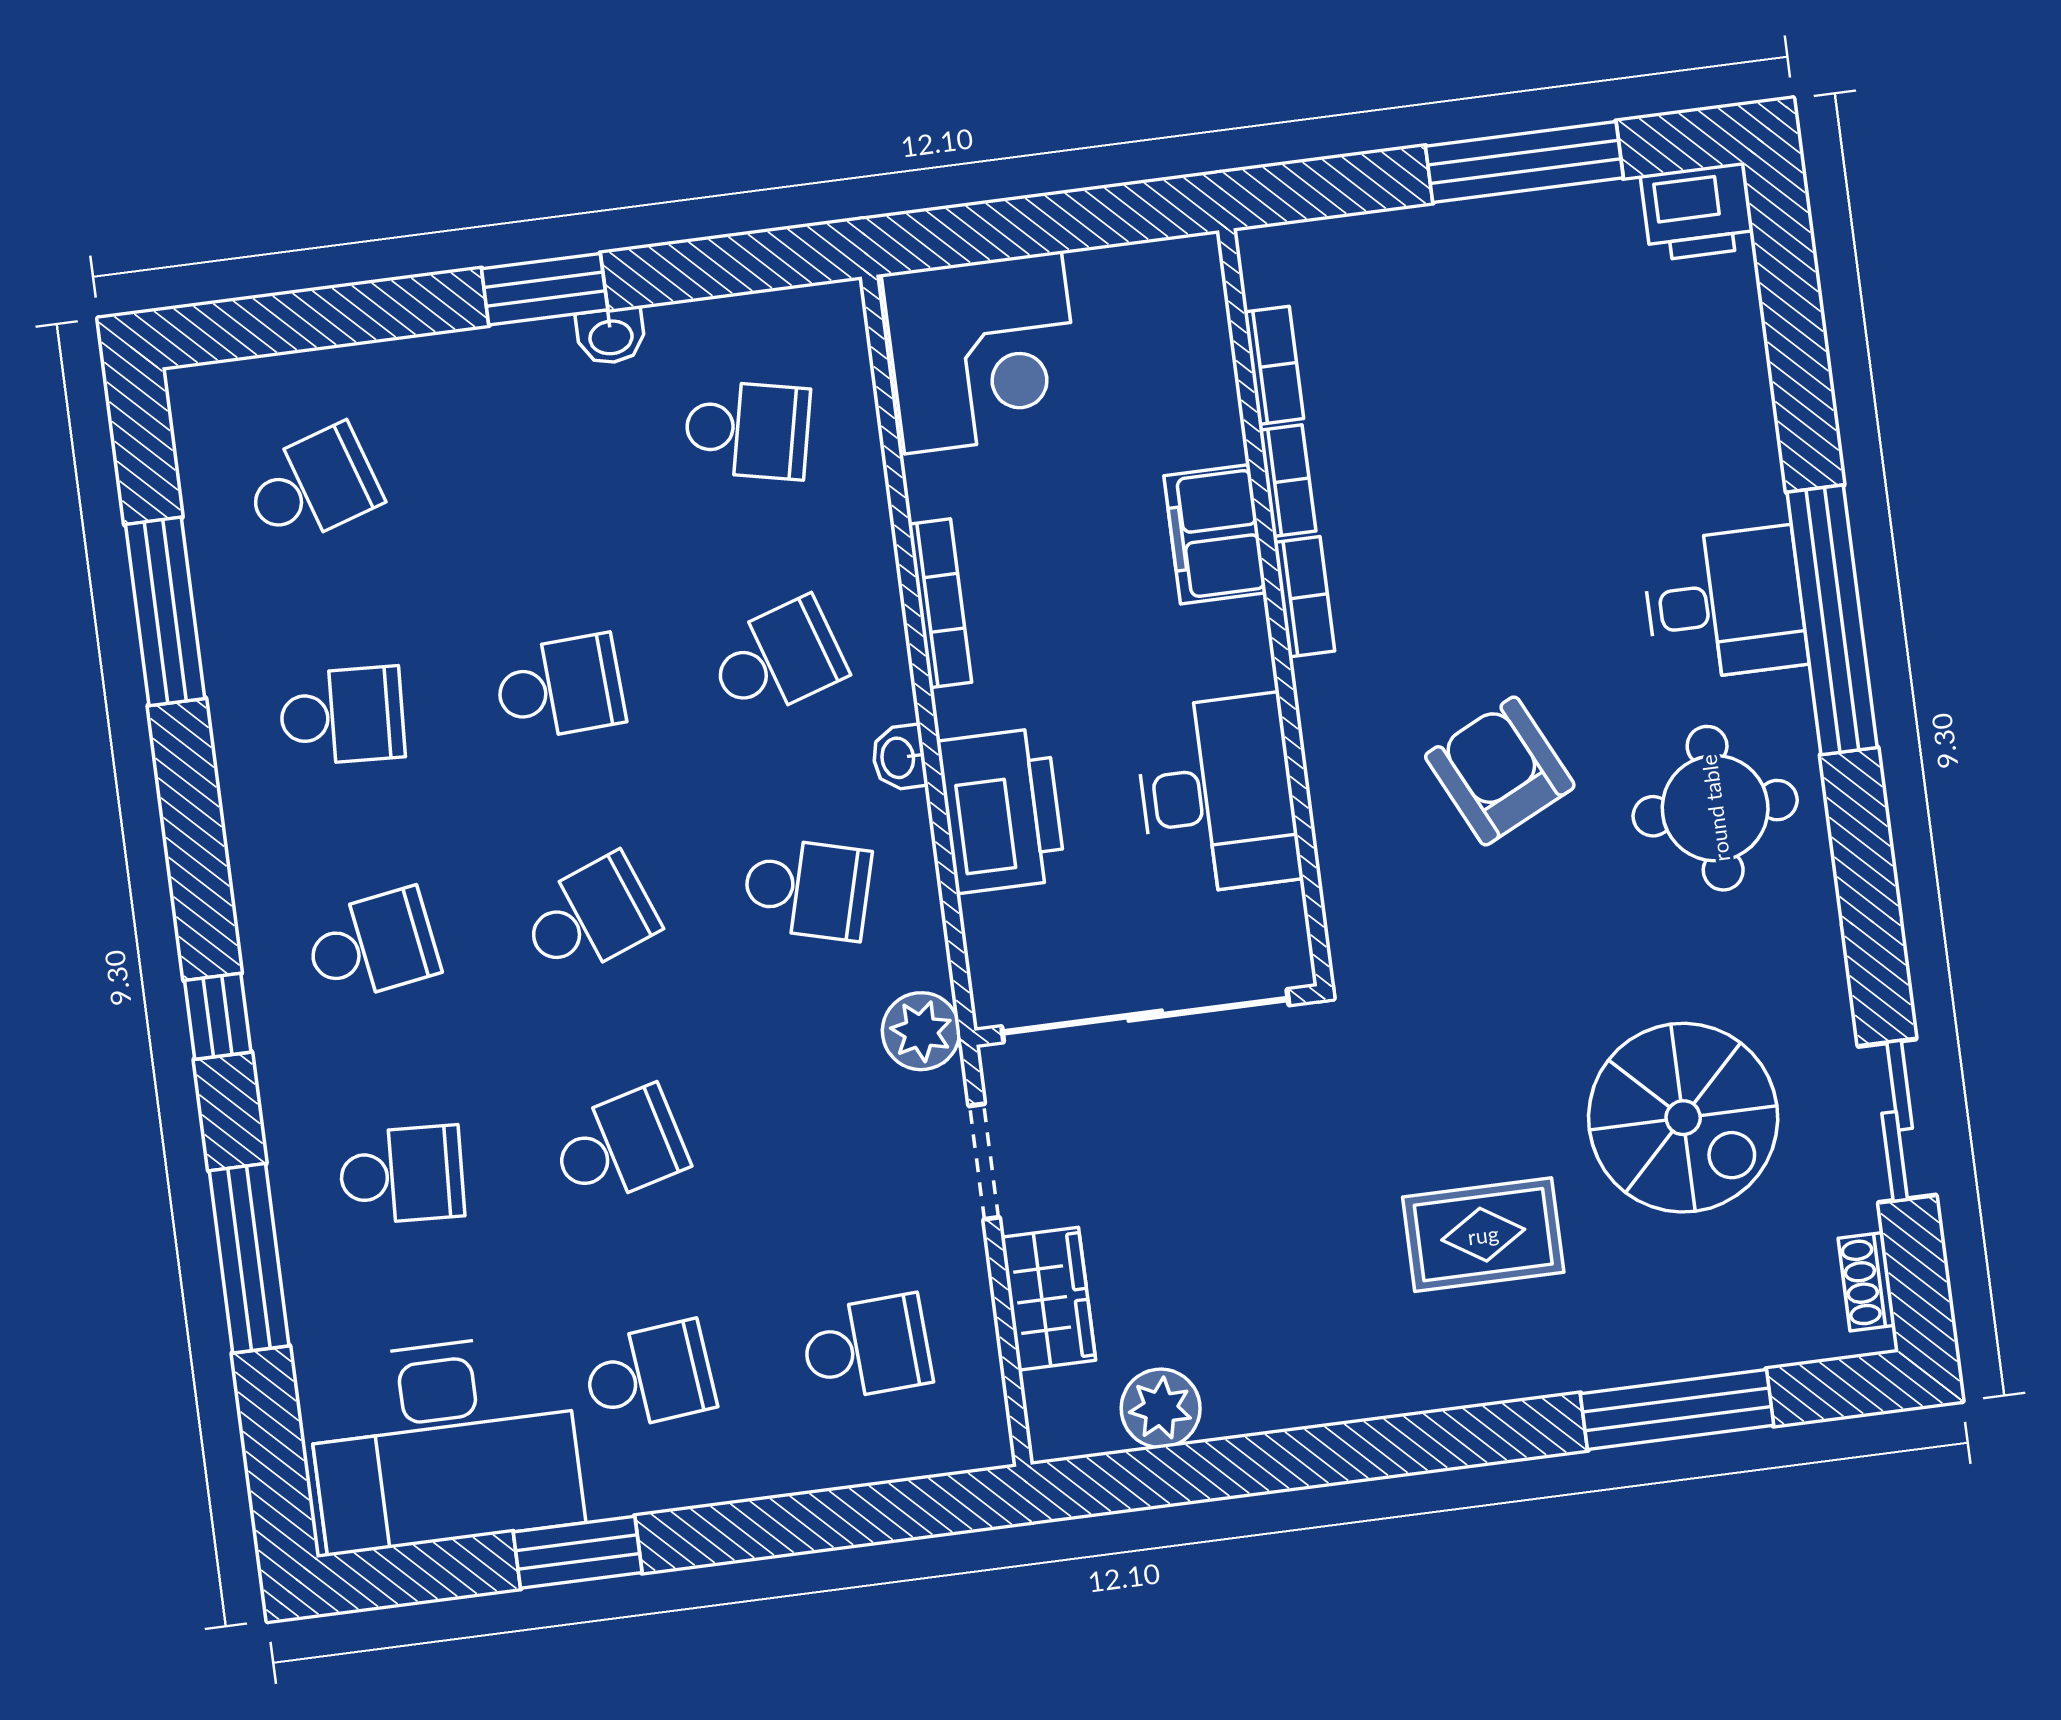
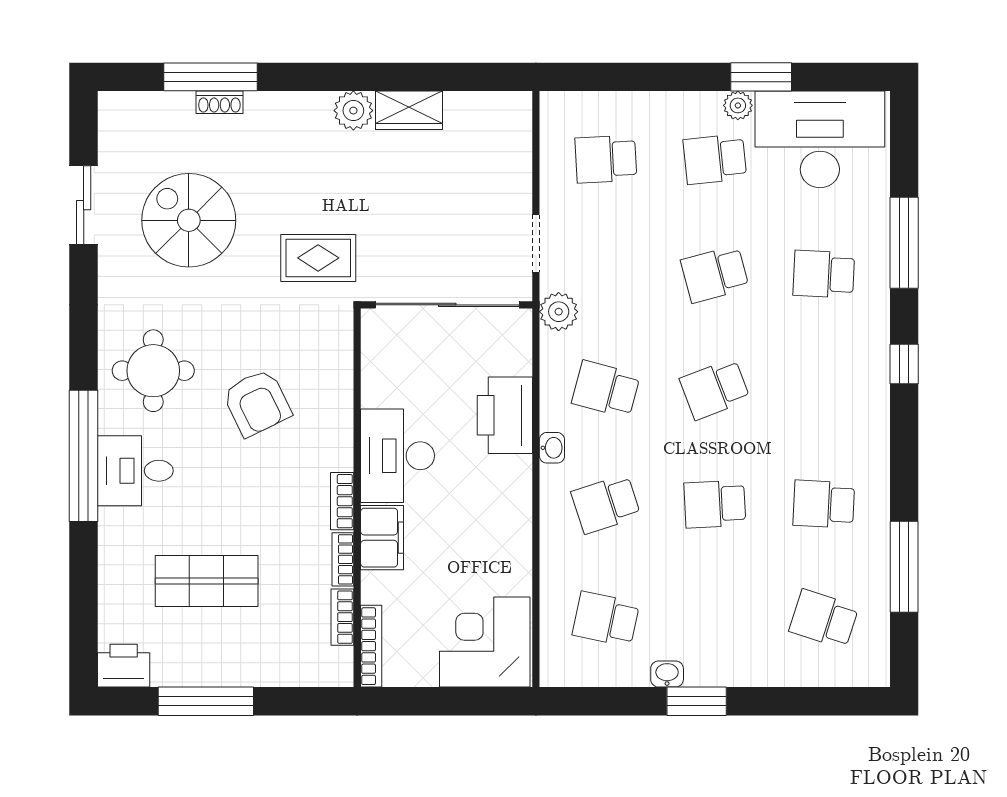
shop shelf: (1554, 402) -> (207, 581), added
school desk: (312, 486) -> (824, 619), turned 36
bookcase: (940, 603) -> (371, 646), moved, turned 180
desk: (1218, 795) -> (397, 456), moved
school desk: (372, 945) -> (824, 389), removed
rug: (1483, 1235) -> (318, 258), moved
shoe rack: (1867, 1282) -> (219, 102), moved, turned 90
wardrobe: (1048, 1299) -> (409, 110), moved, turned -90
plant: (1161, 1408) -> (353, 111), moved
plant: (617, 1489) -> (738, 105), added

